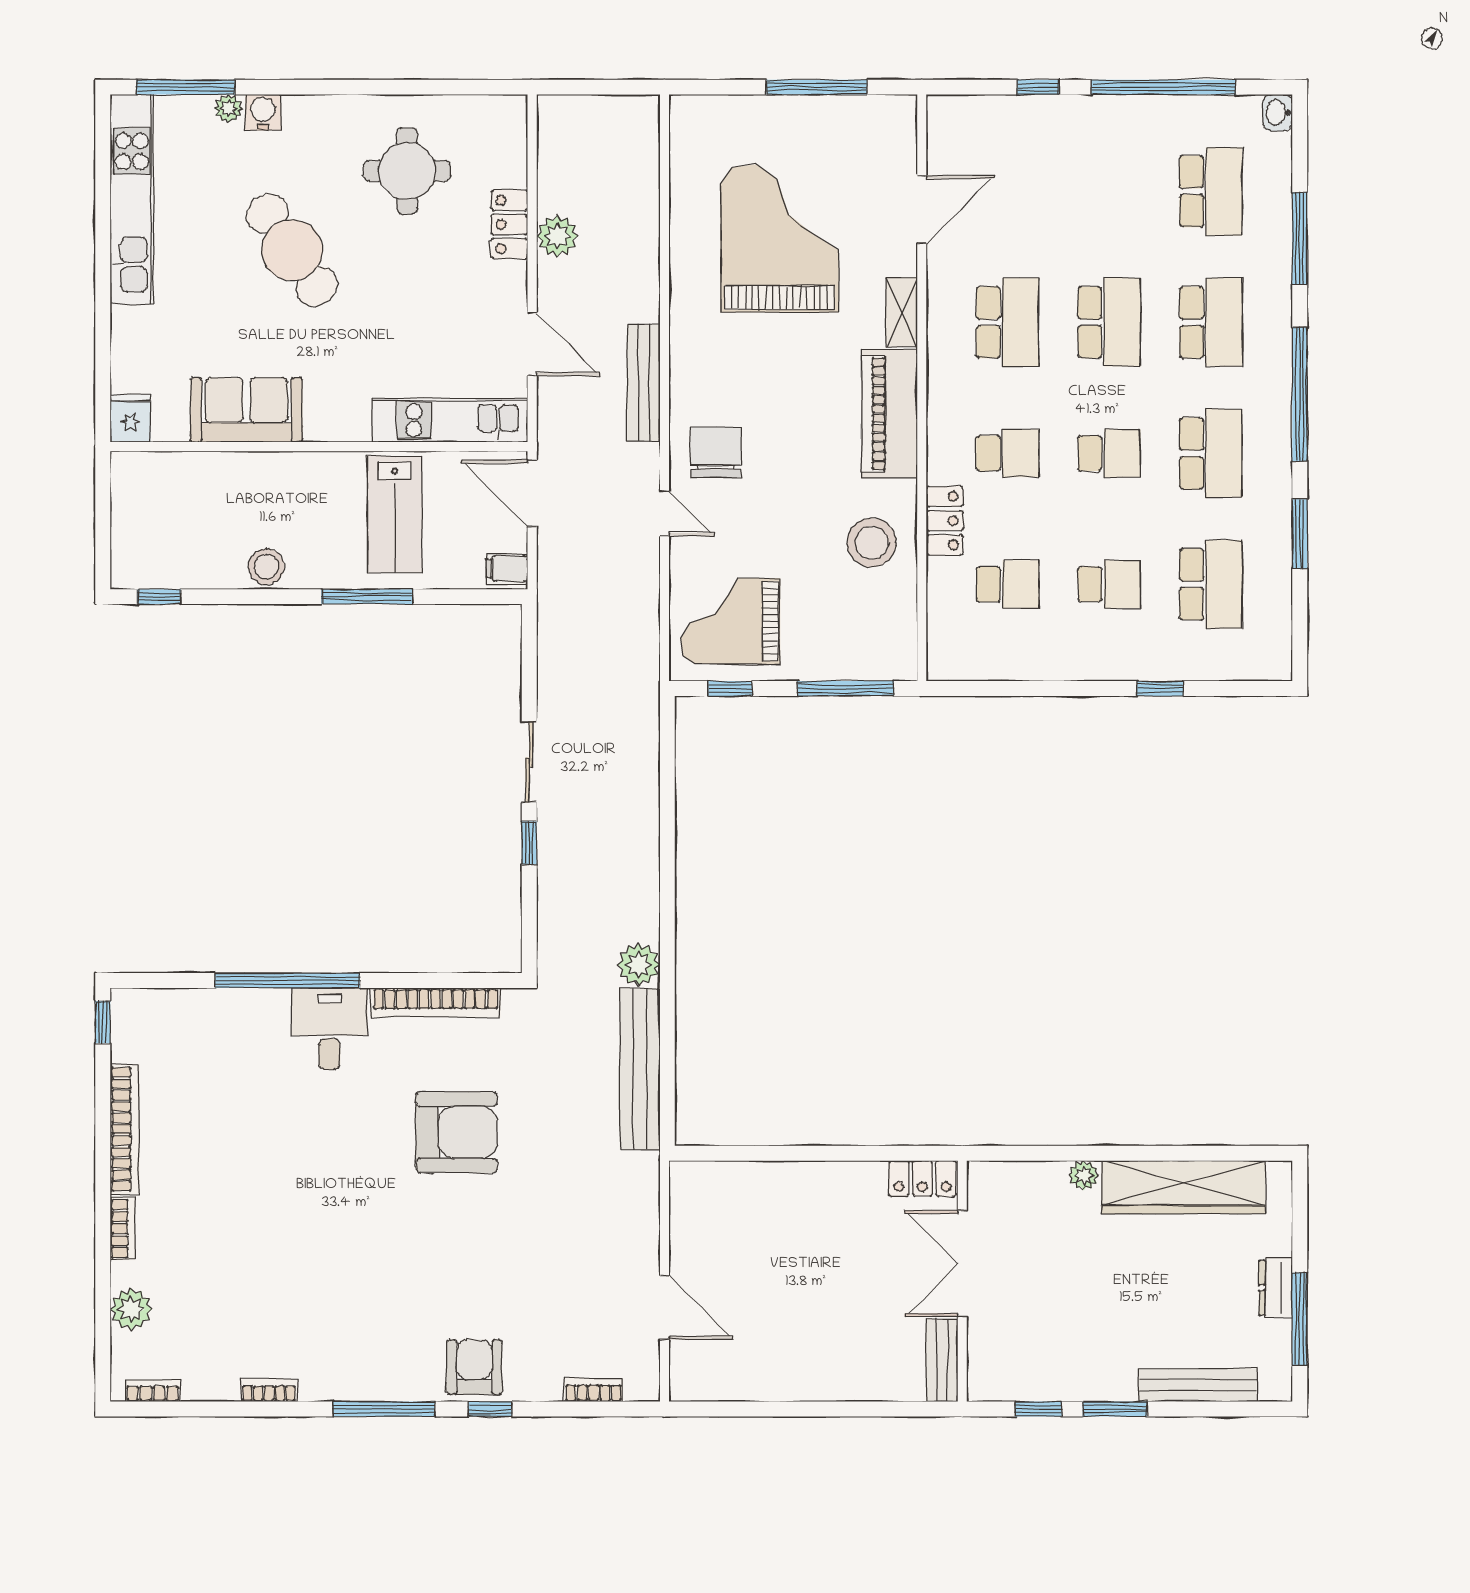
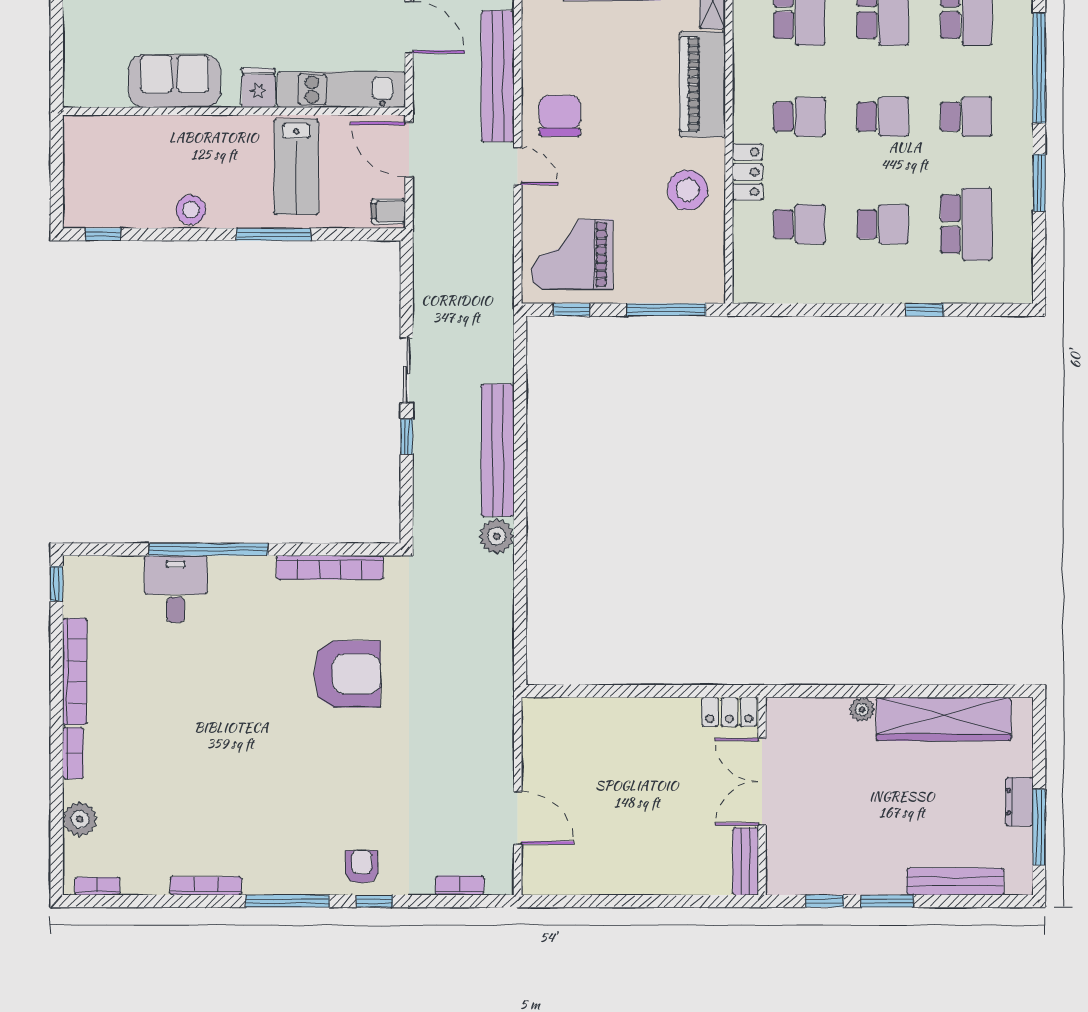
bench: (644, 383) -> (498, 76), width x1.37, depth x1.21
fridge: (130, 418) -> (258, 88), moved
school desk: (1211, 453) -> (966, 117), width x0.54
desk: (329, 1029) -> (176, 589), moved
bench: (640, 1069) -> (498, 450), moved
armchair: (474, 1367) -> (362, 867), width x0.72, depth x0.72
bookcase: (269, 1391) -> (206, 886), width x1.56

